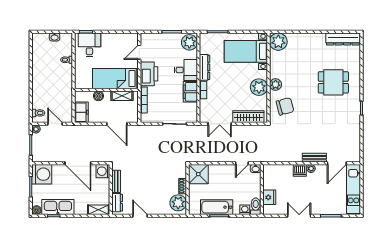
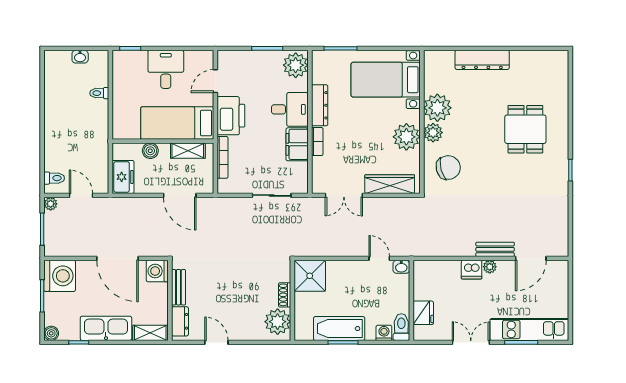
dresser: (343, 39) -> (482, 60), moved
plant: (278, 42) -> (437, 108), moved
desk: (89, 45) -> (166, 69), moved
dining table: (333, 82) -> (525, 129), turned 90
door: (242, 163) -> (379, 258), swing flipped
kitchen unit: (354, 189) -> (529, 330), moved, turned 90
kitchen sink: (58, 207) -> (106, 328), moved

